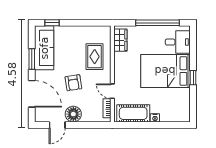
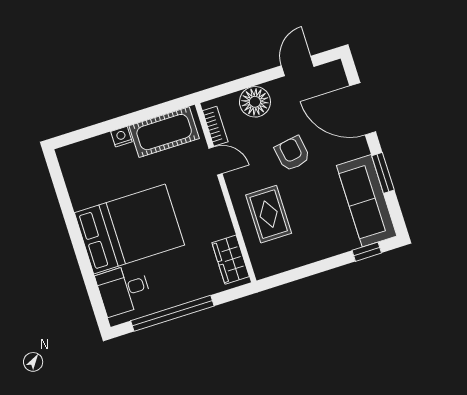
window: (193, 78) -> (75, 233), removed
floor lamp: (73, 114) -> (255, 102), moved

